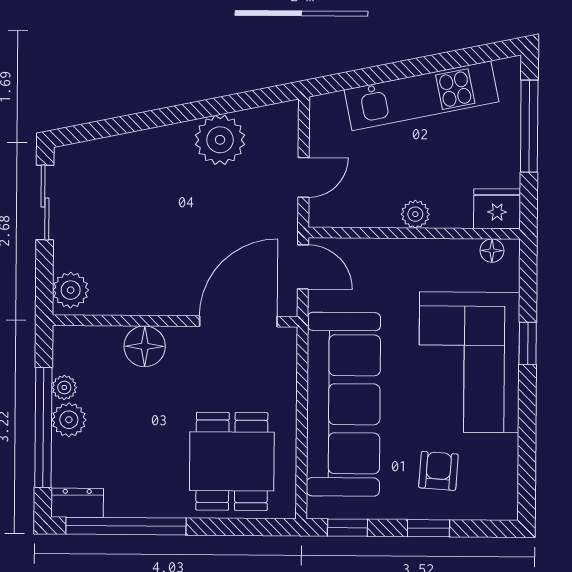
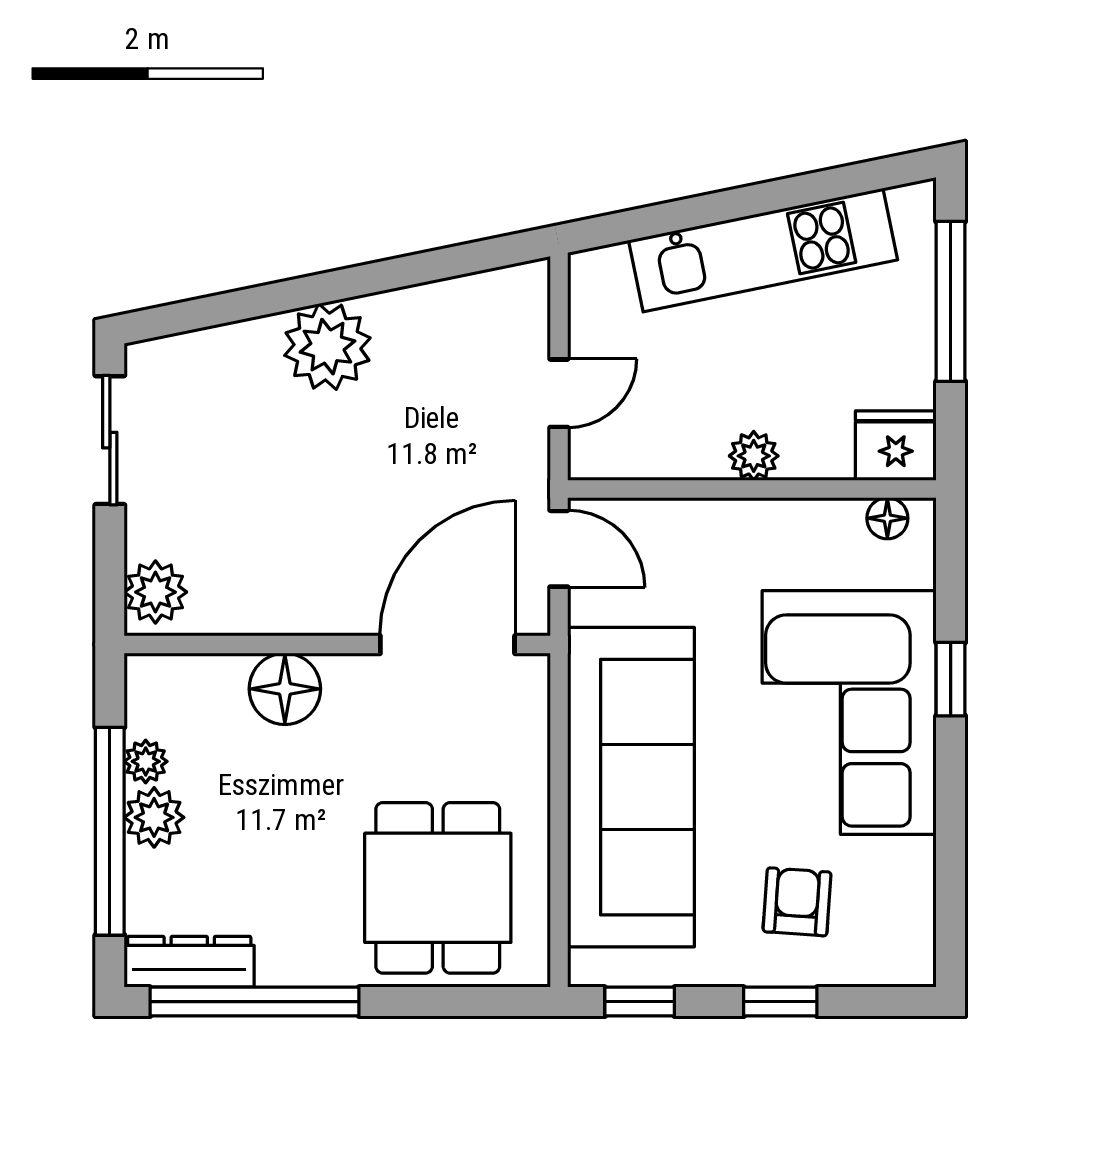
plant: (220, 140) -> (327, 347), moved
dresser: (77, 503) -> (189, 962), width x1.44

